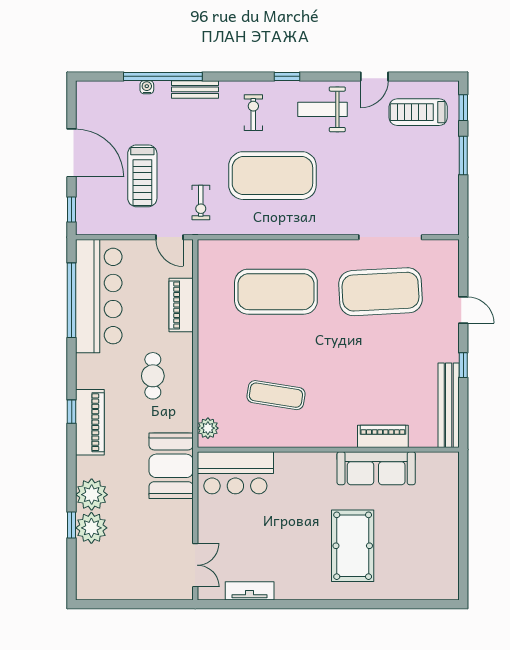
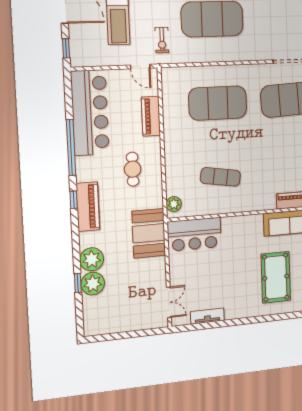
window: (72, 300) -> (71, 147), moved

